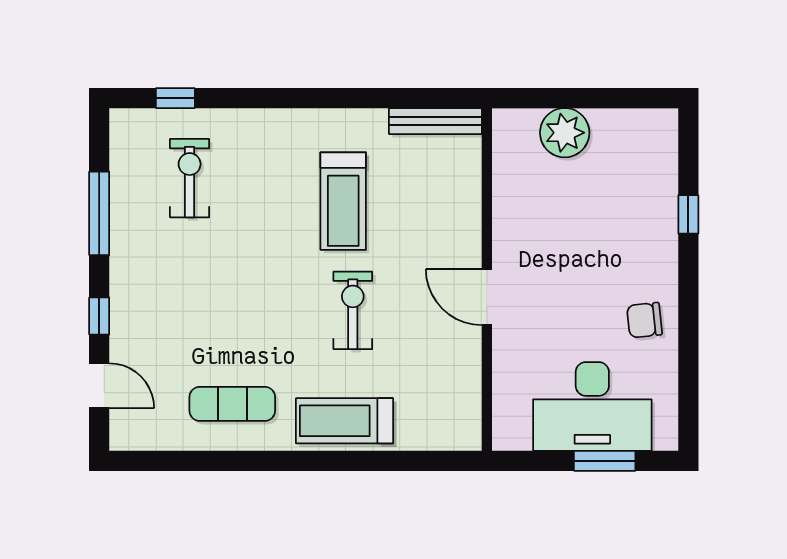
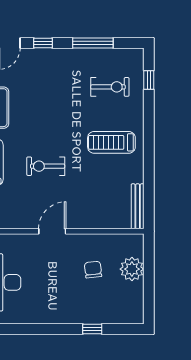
treadmill: (343, 201) -> (111, 142), moved
exercise bike: (353, 310) -> (46, 166), turned 180
chair: (644, 320) -> (93, 270), moved

